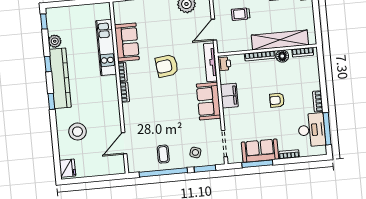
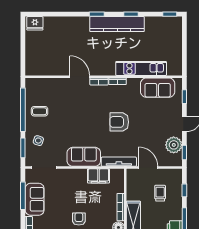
plant: (55, 41) -> (151, 22), removed
sofa: (127, 42) -> (158, 88), moved
printer: (224, 64) -> (116, 174), removed
armchair: (167, 66) -> (119, 122), turned -83
filing cabinet: (229, 96) -> (98, 176), moved
stool: (77, 132) -> (67, 35), removed
door: (124, 143) -> (80, 77), moved

